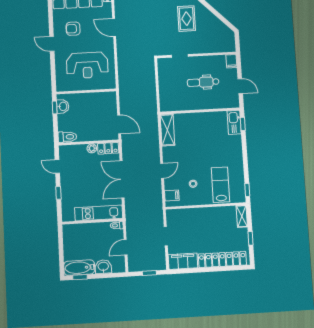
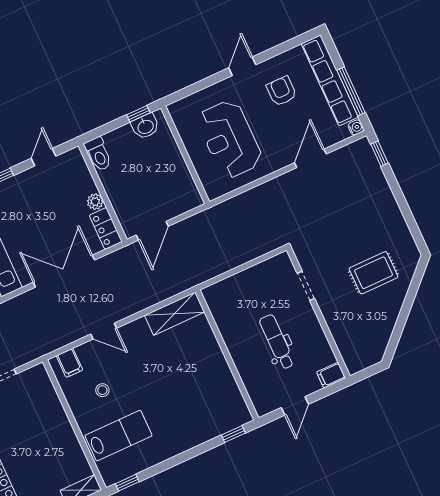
kitchen sink: (234, 122) -> (230, 419), removed

